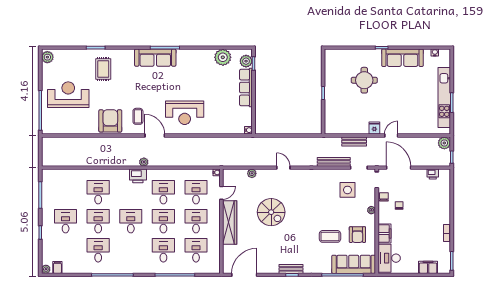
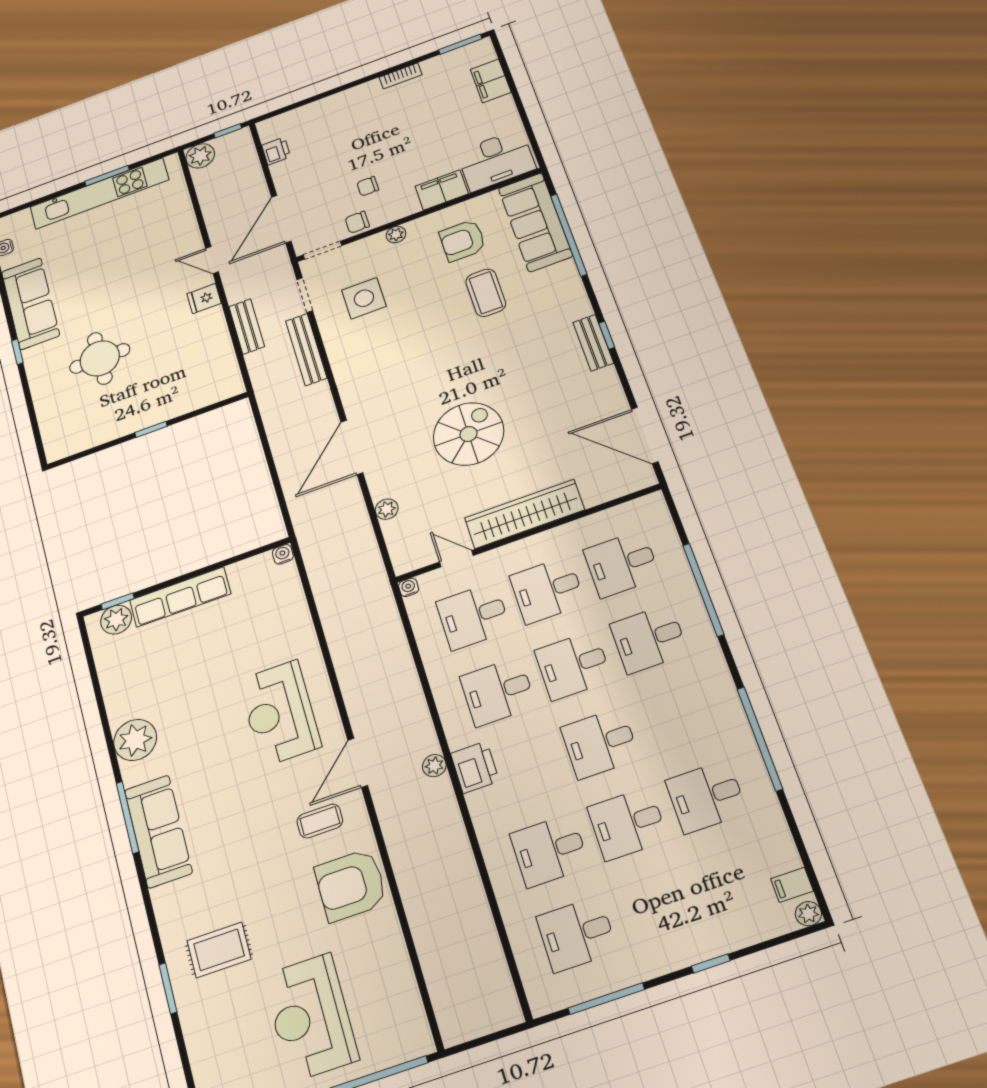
plant: (223, 57) -> (135, 740), moved
reception desk: (185, 113) -> (280, 713), turned 180
door: (283, 168) -> (352, 447), width x1.88
desk: (66, 221) -> (577, 934), moved
armchair: (357, 235) -> (462, 241), turned 180

